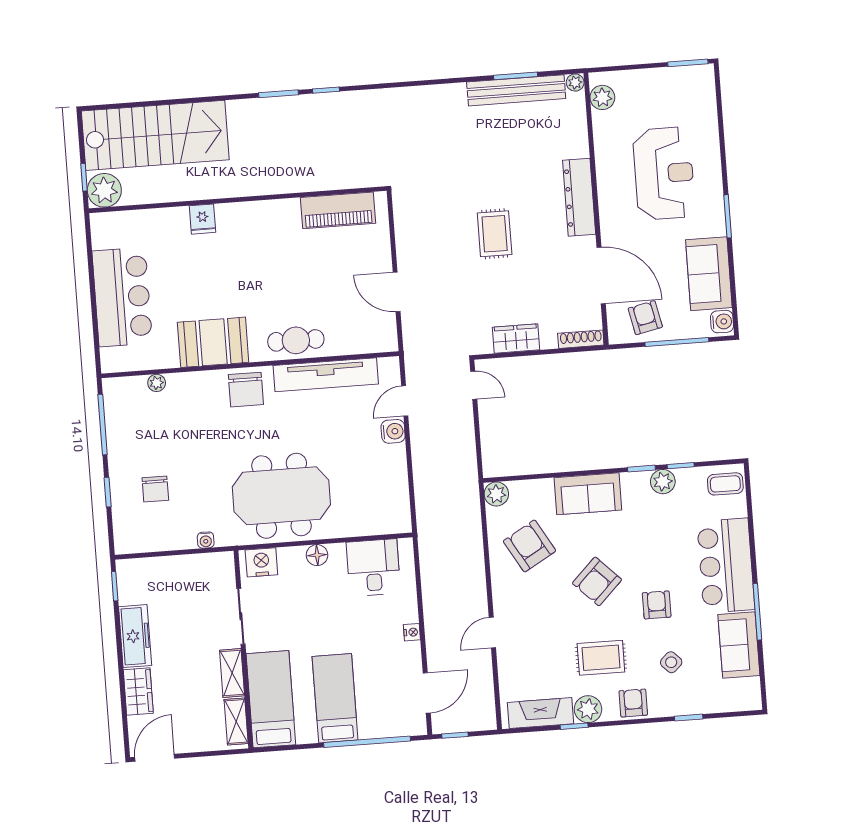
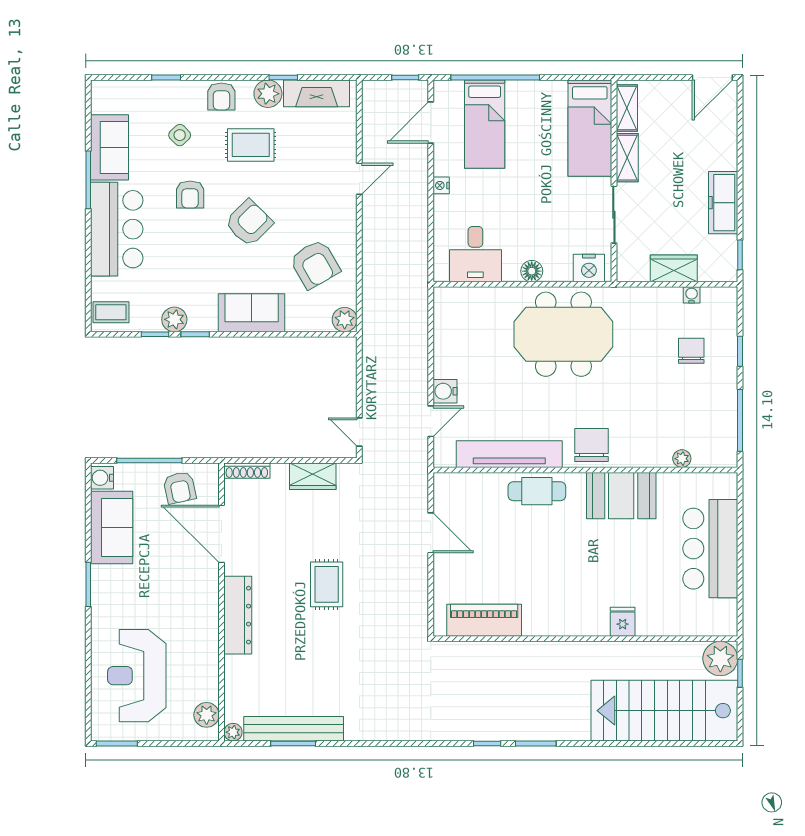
reception desk: (664, 173) -> (137, 676), moved
water cooler: (206, 540) -> (692, 295), moved
wardrobe: (138, 691) -> (674, 268), moved, turned 90
bed: (335, 698) -> (485, 124), moved

